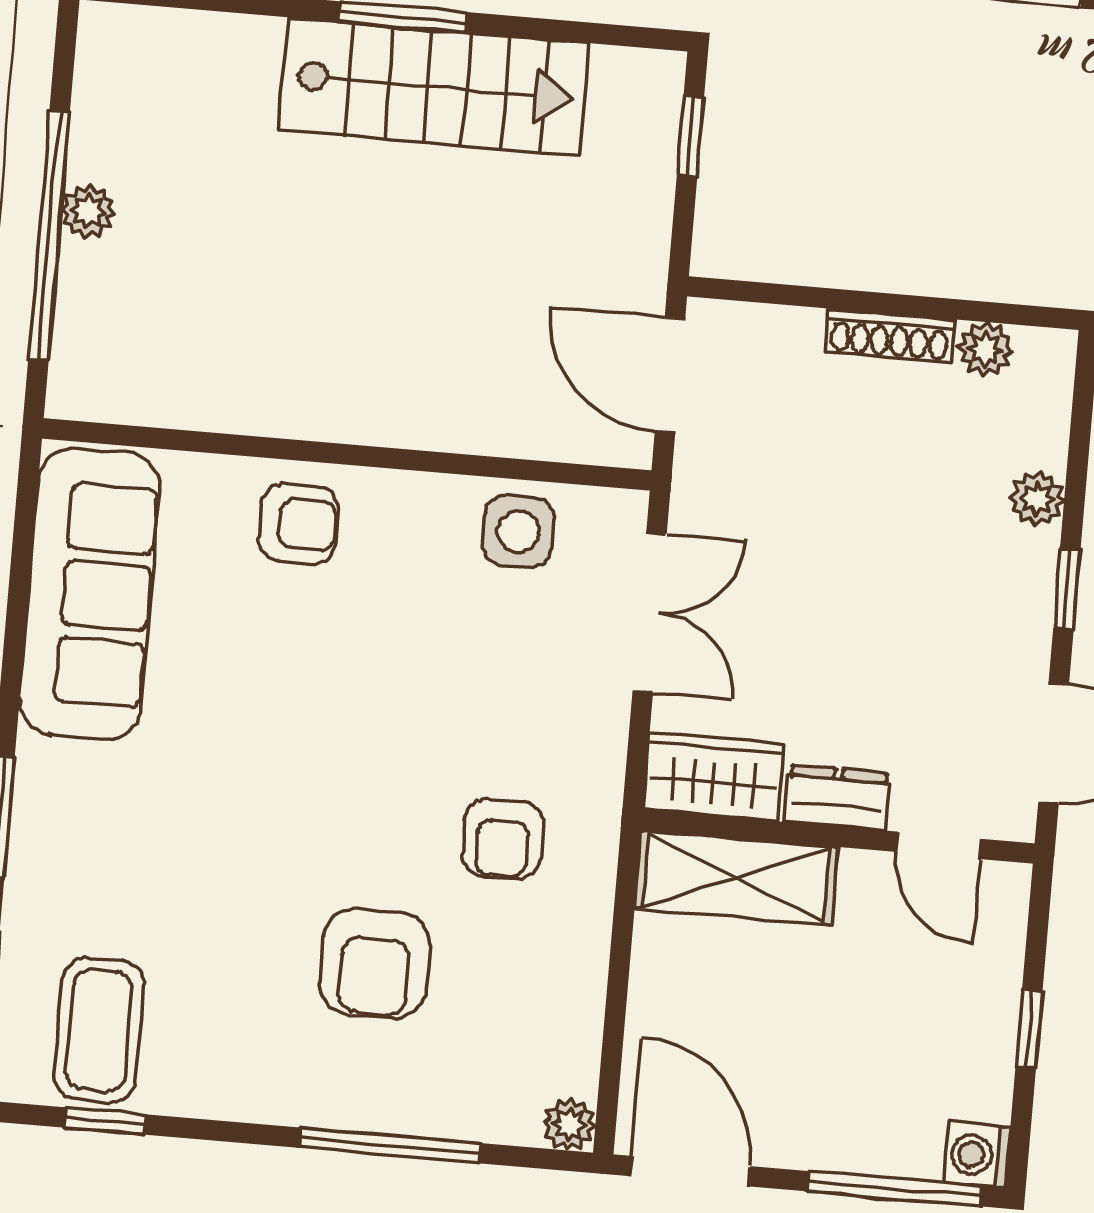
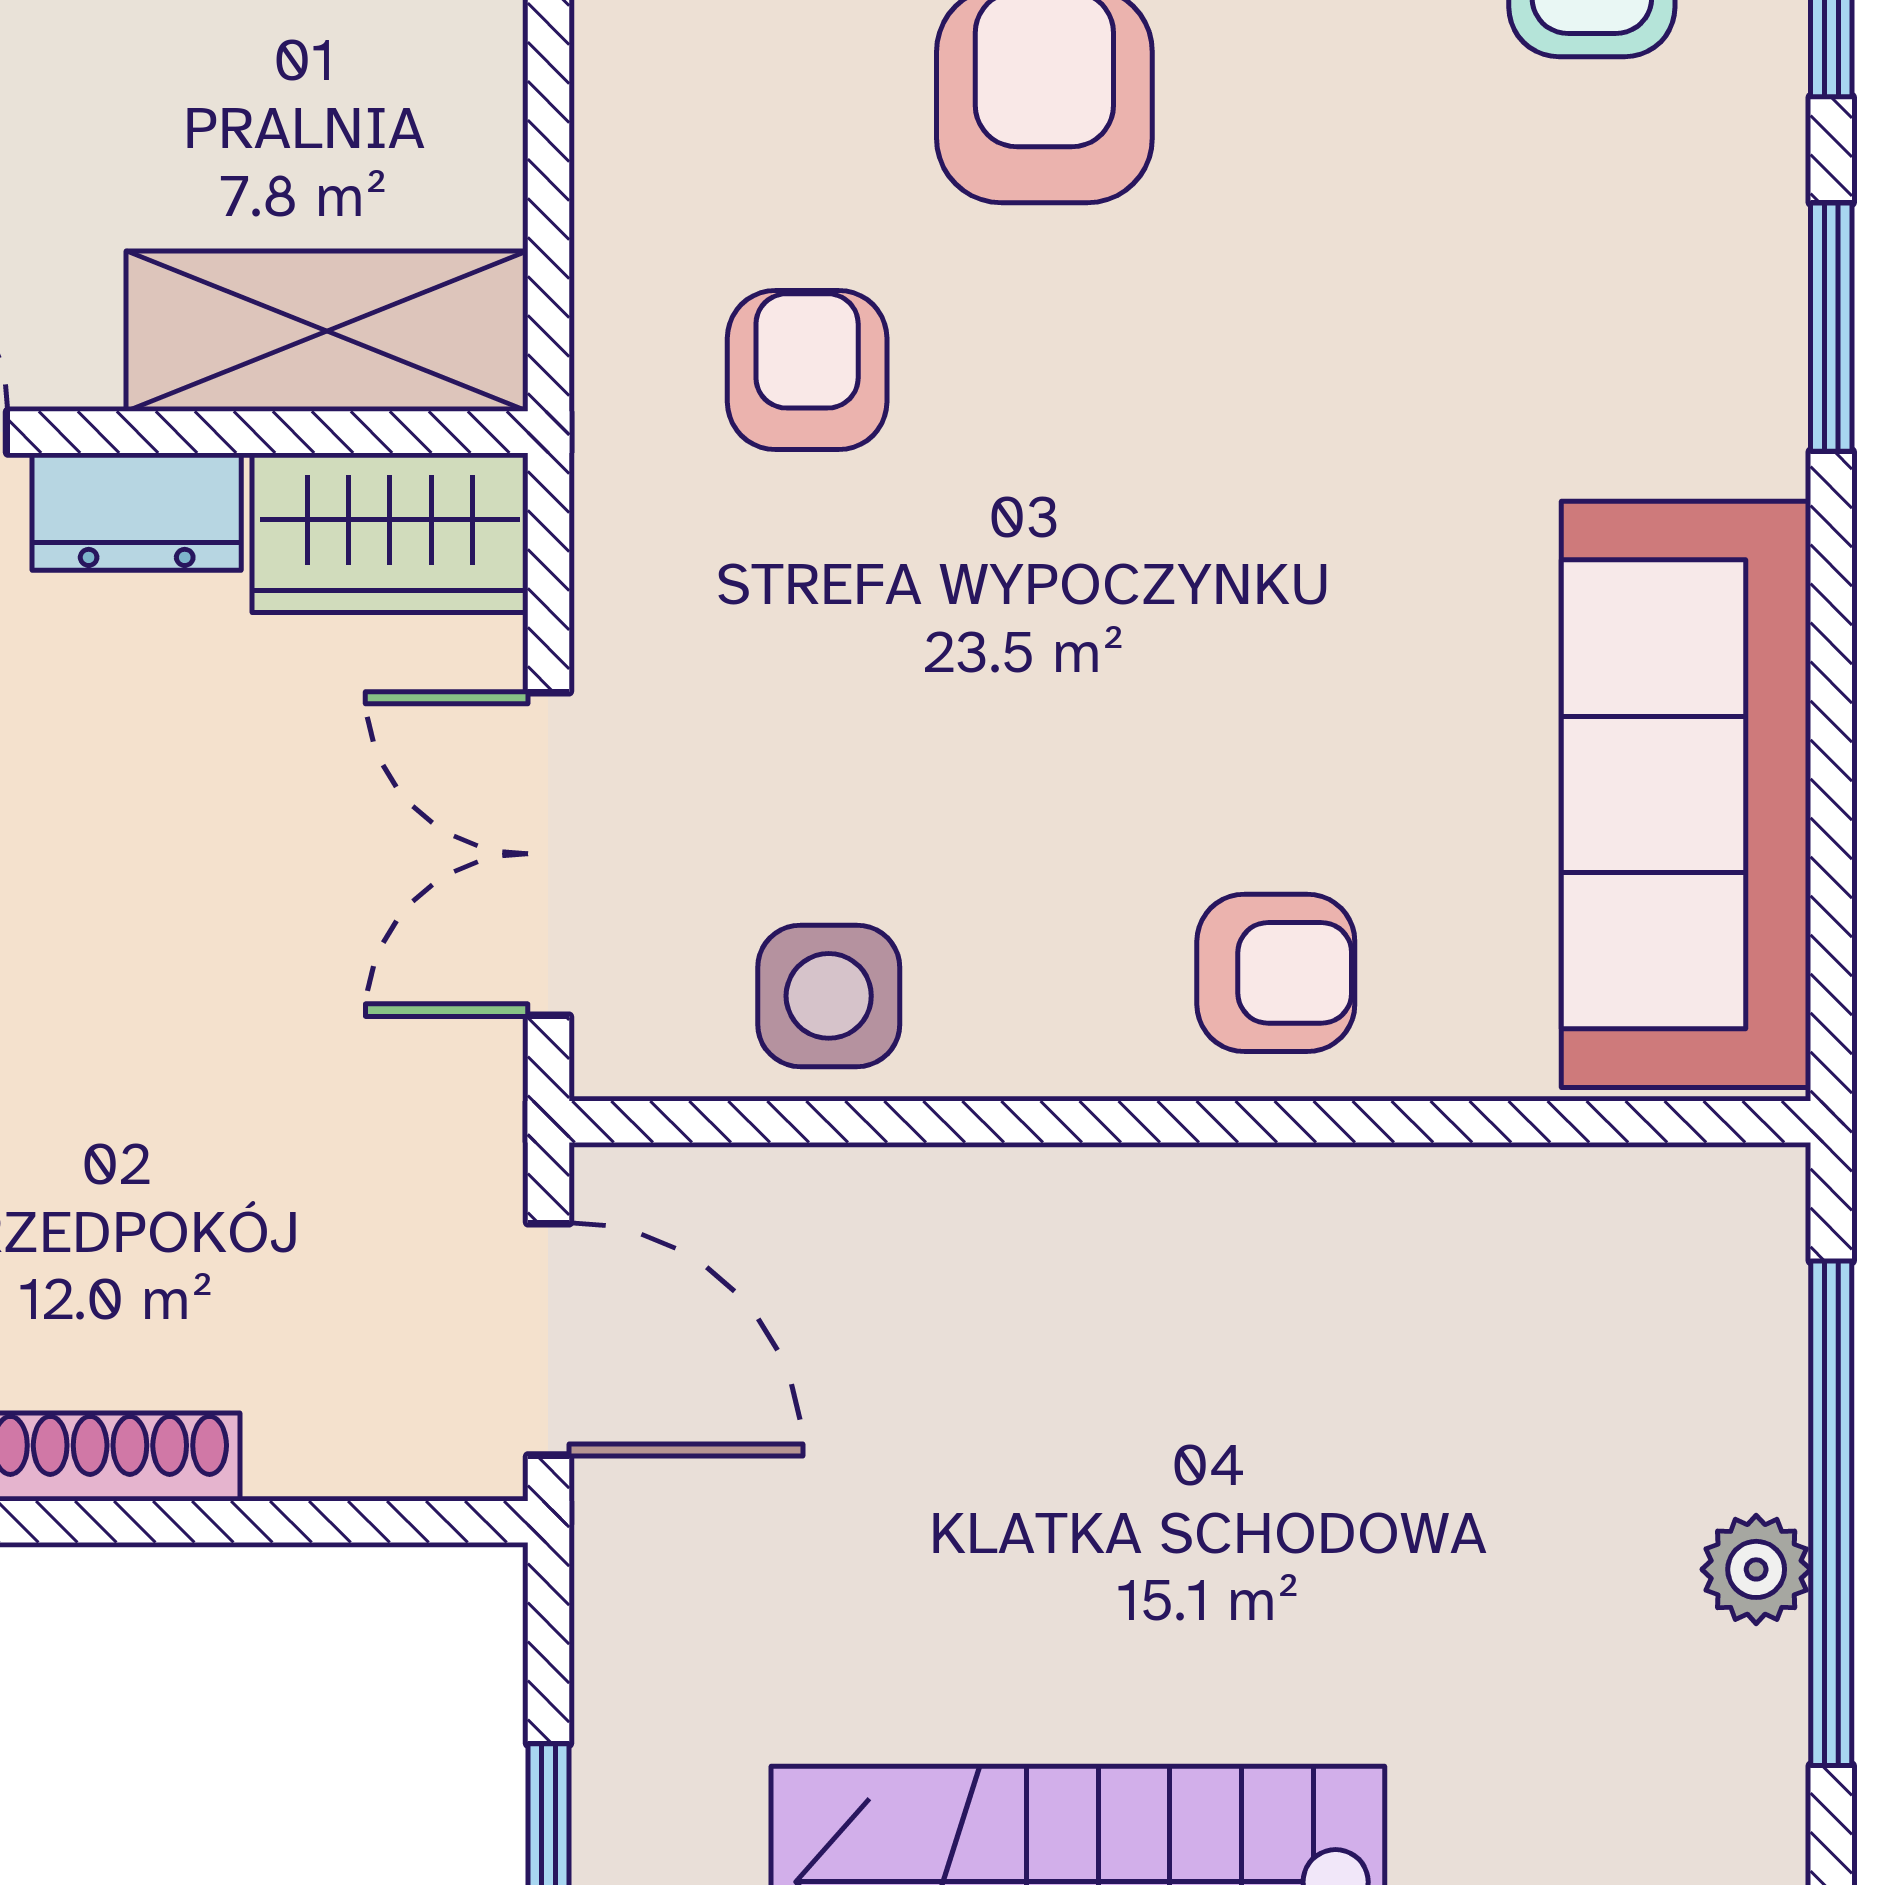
armchair: (298, 524) -> (1276, 973), turned 180

